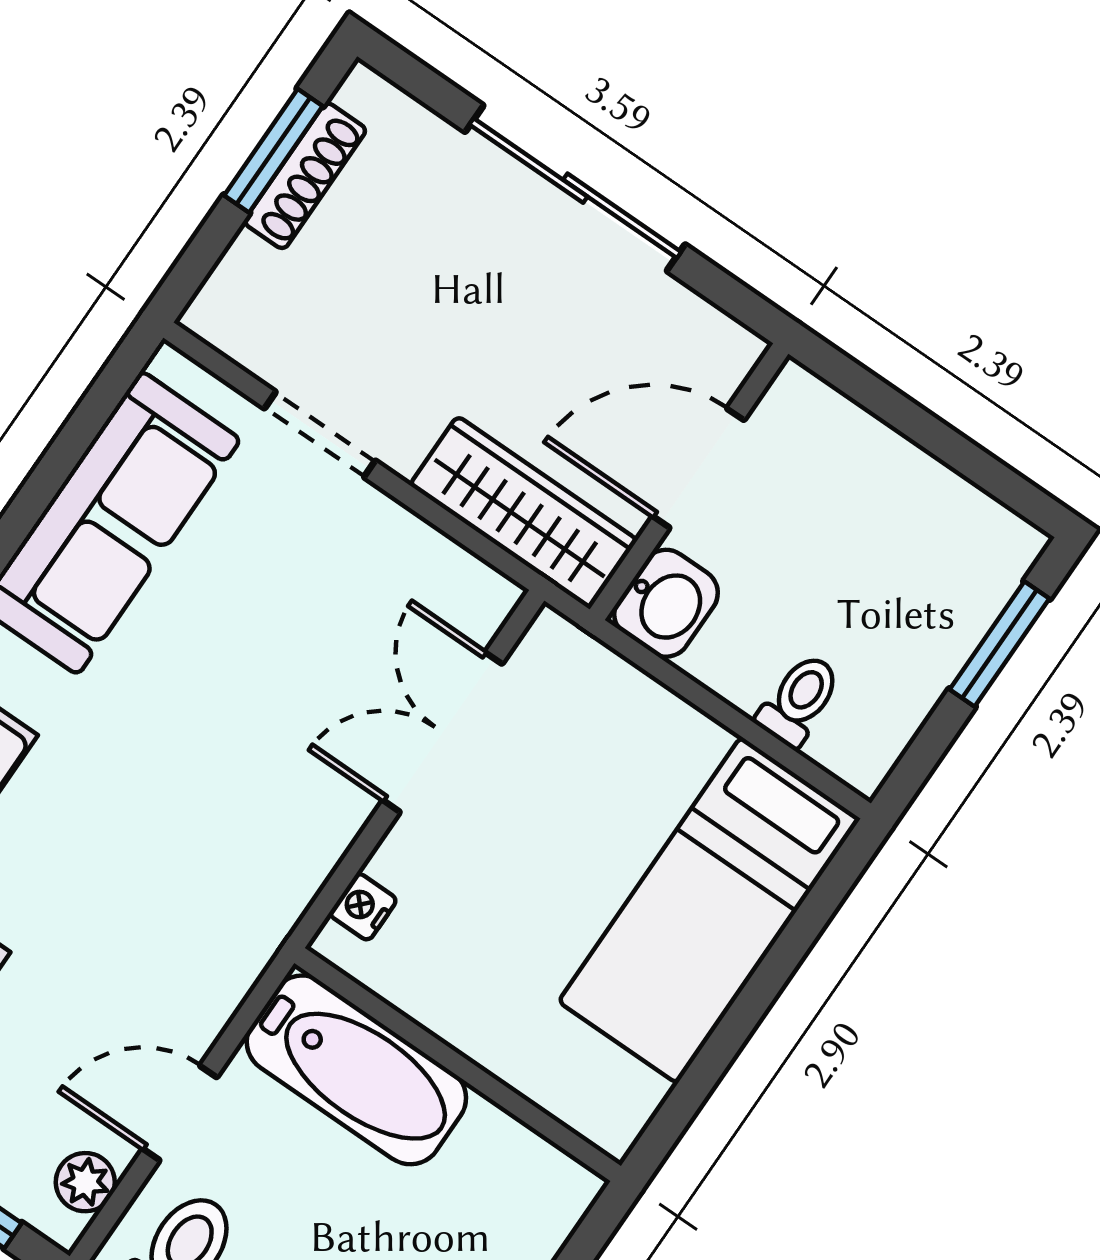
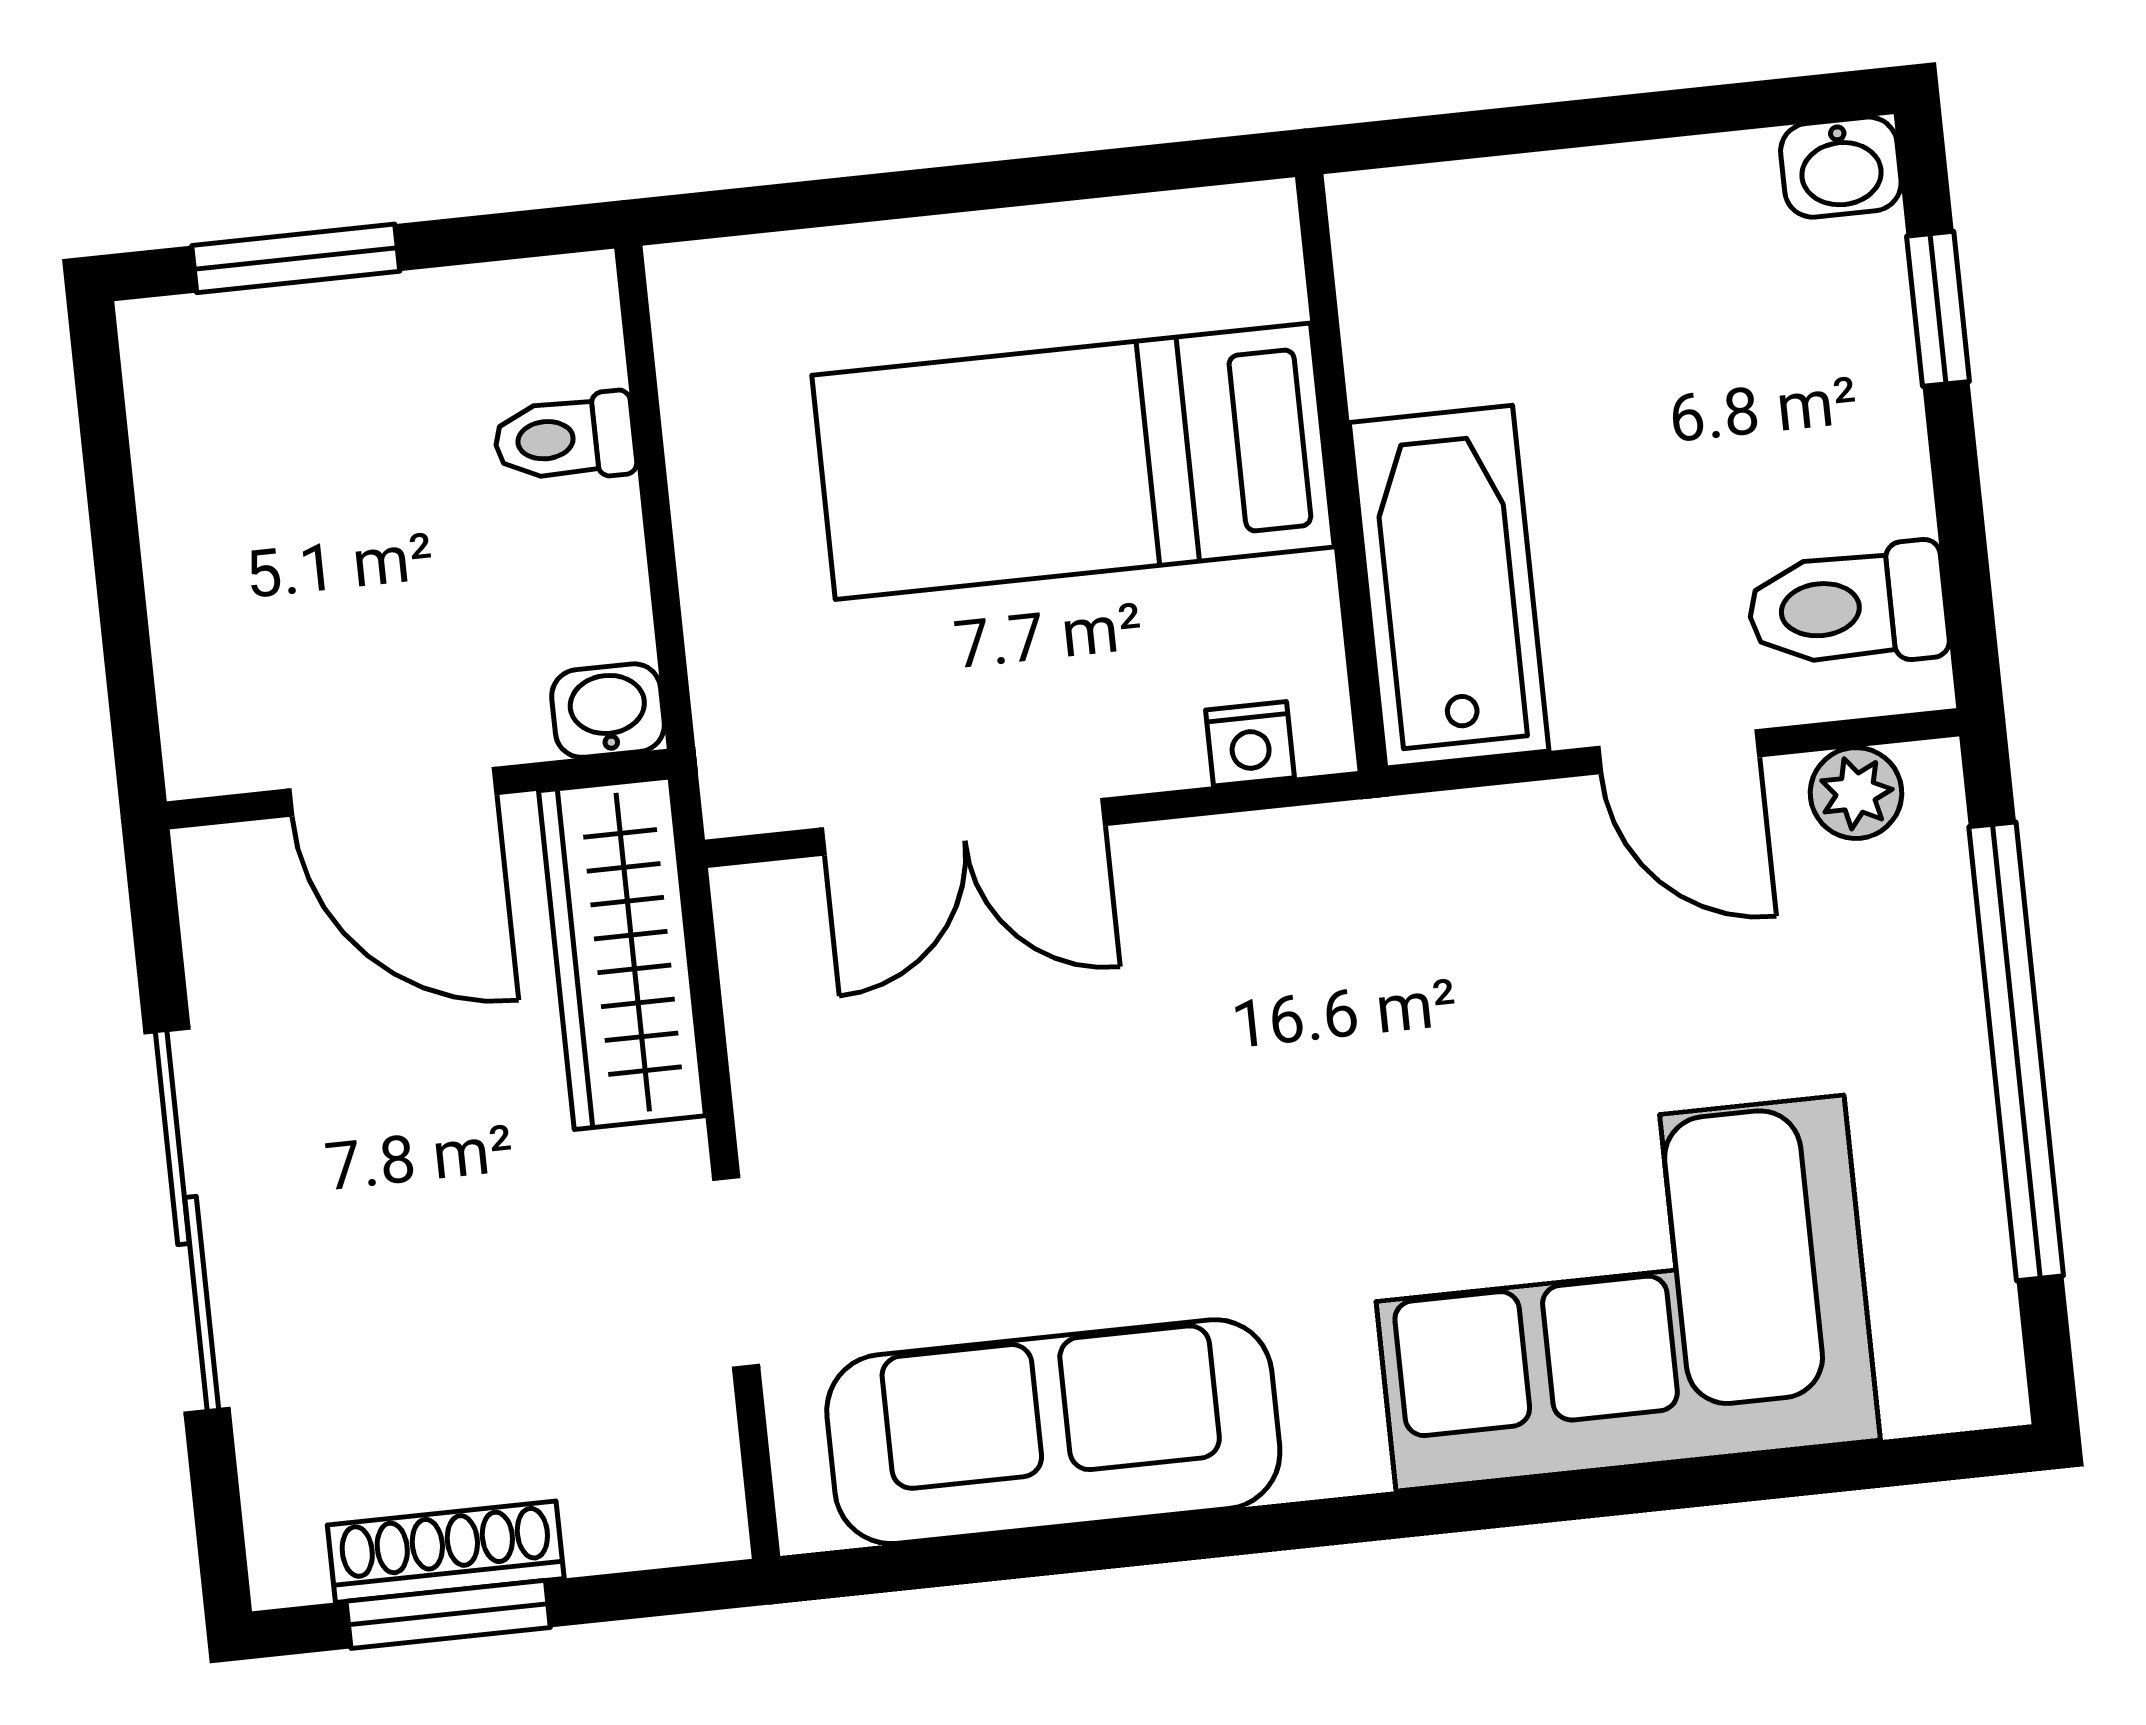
washbasin: (666, 603) -> (608, 711), width x0.72, depth x0.69
bed: (709, 910) -> (1073, 461), moved, turned 180

